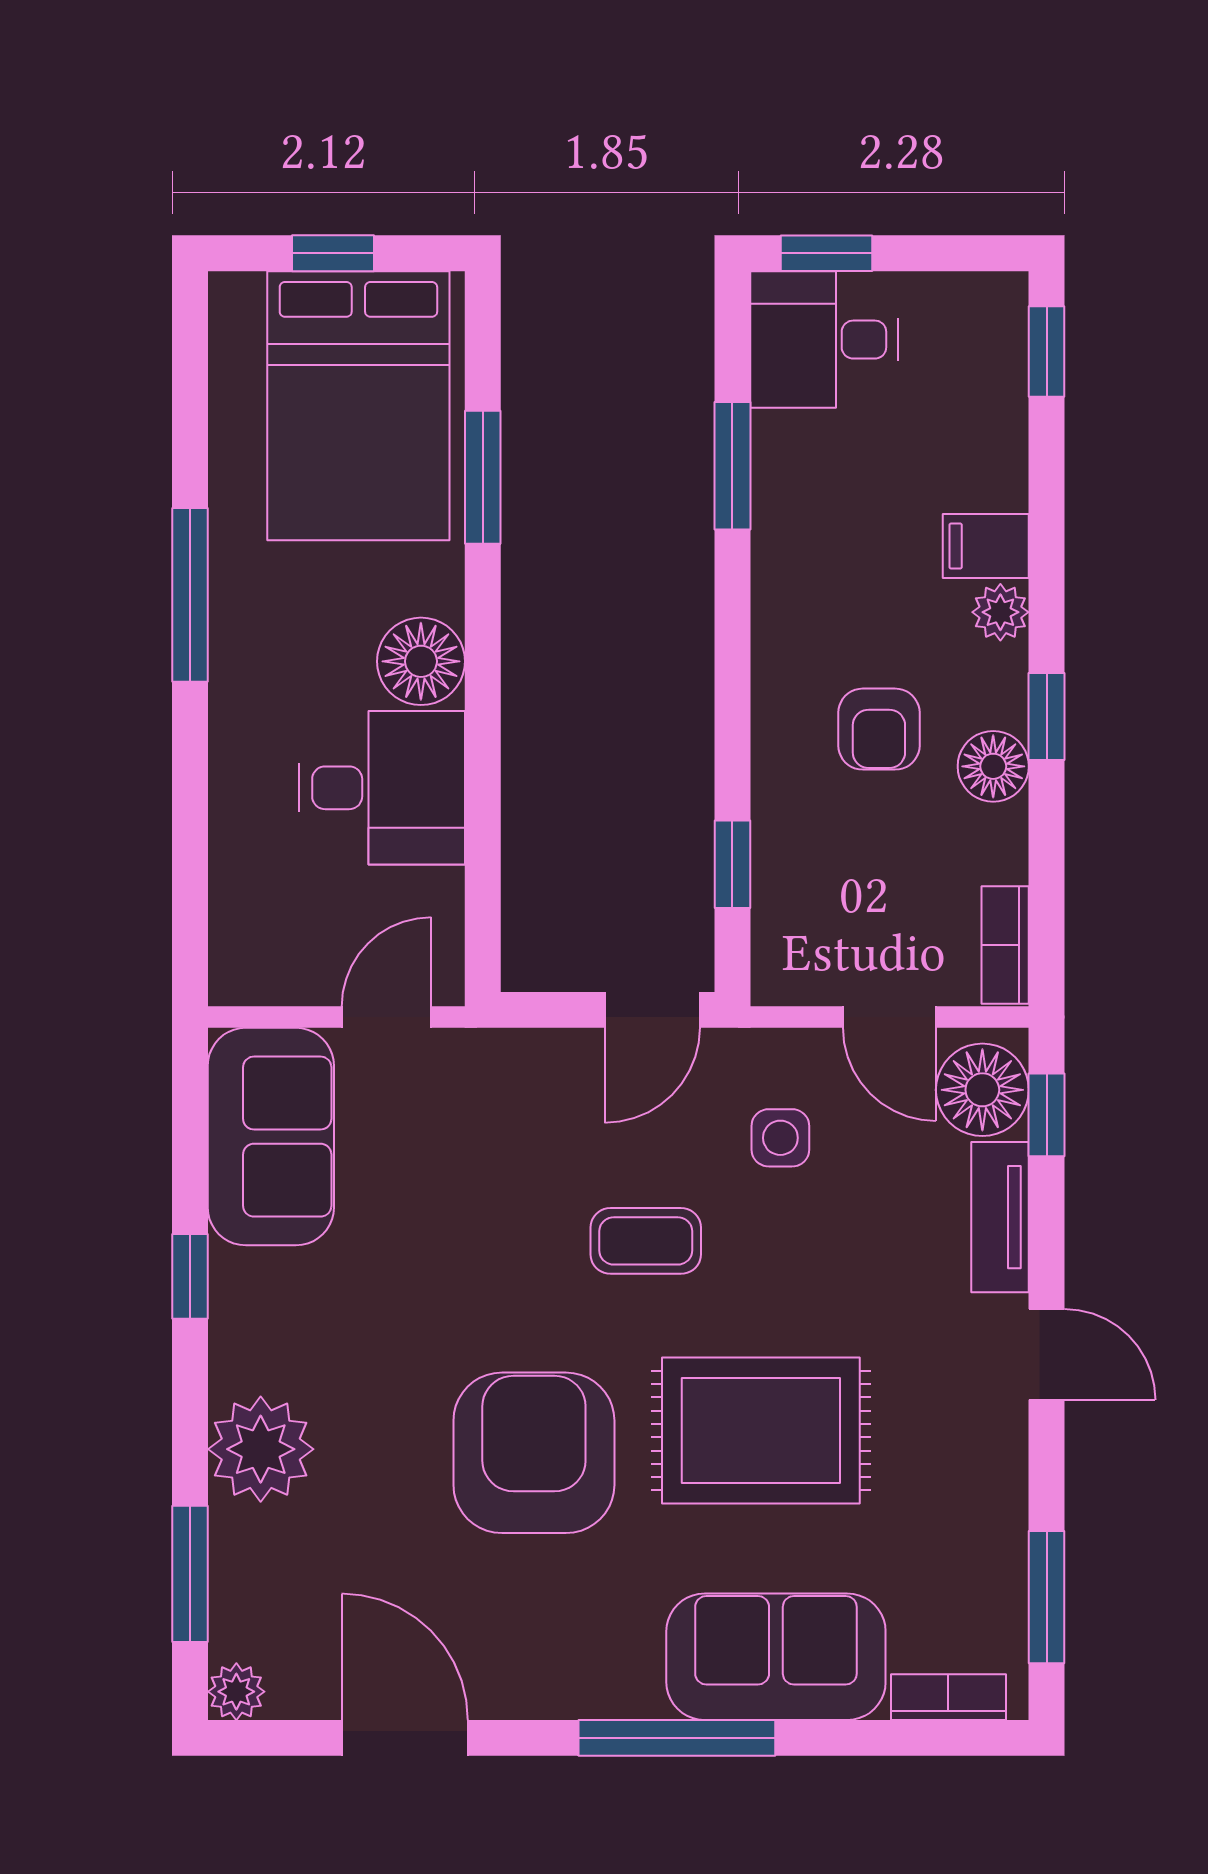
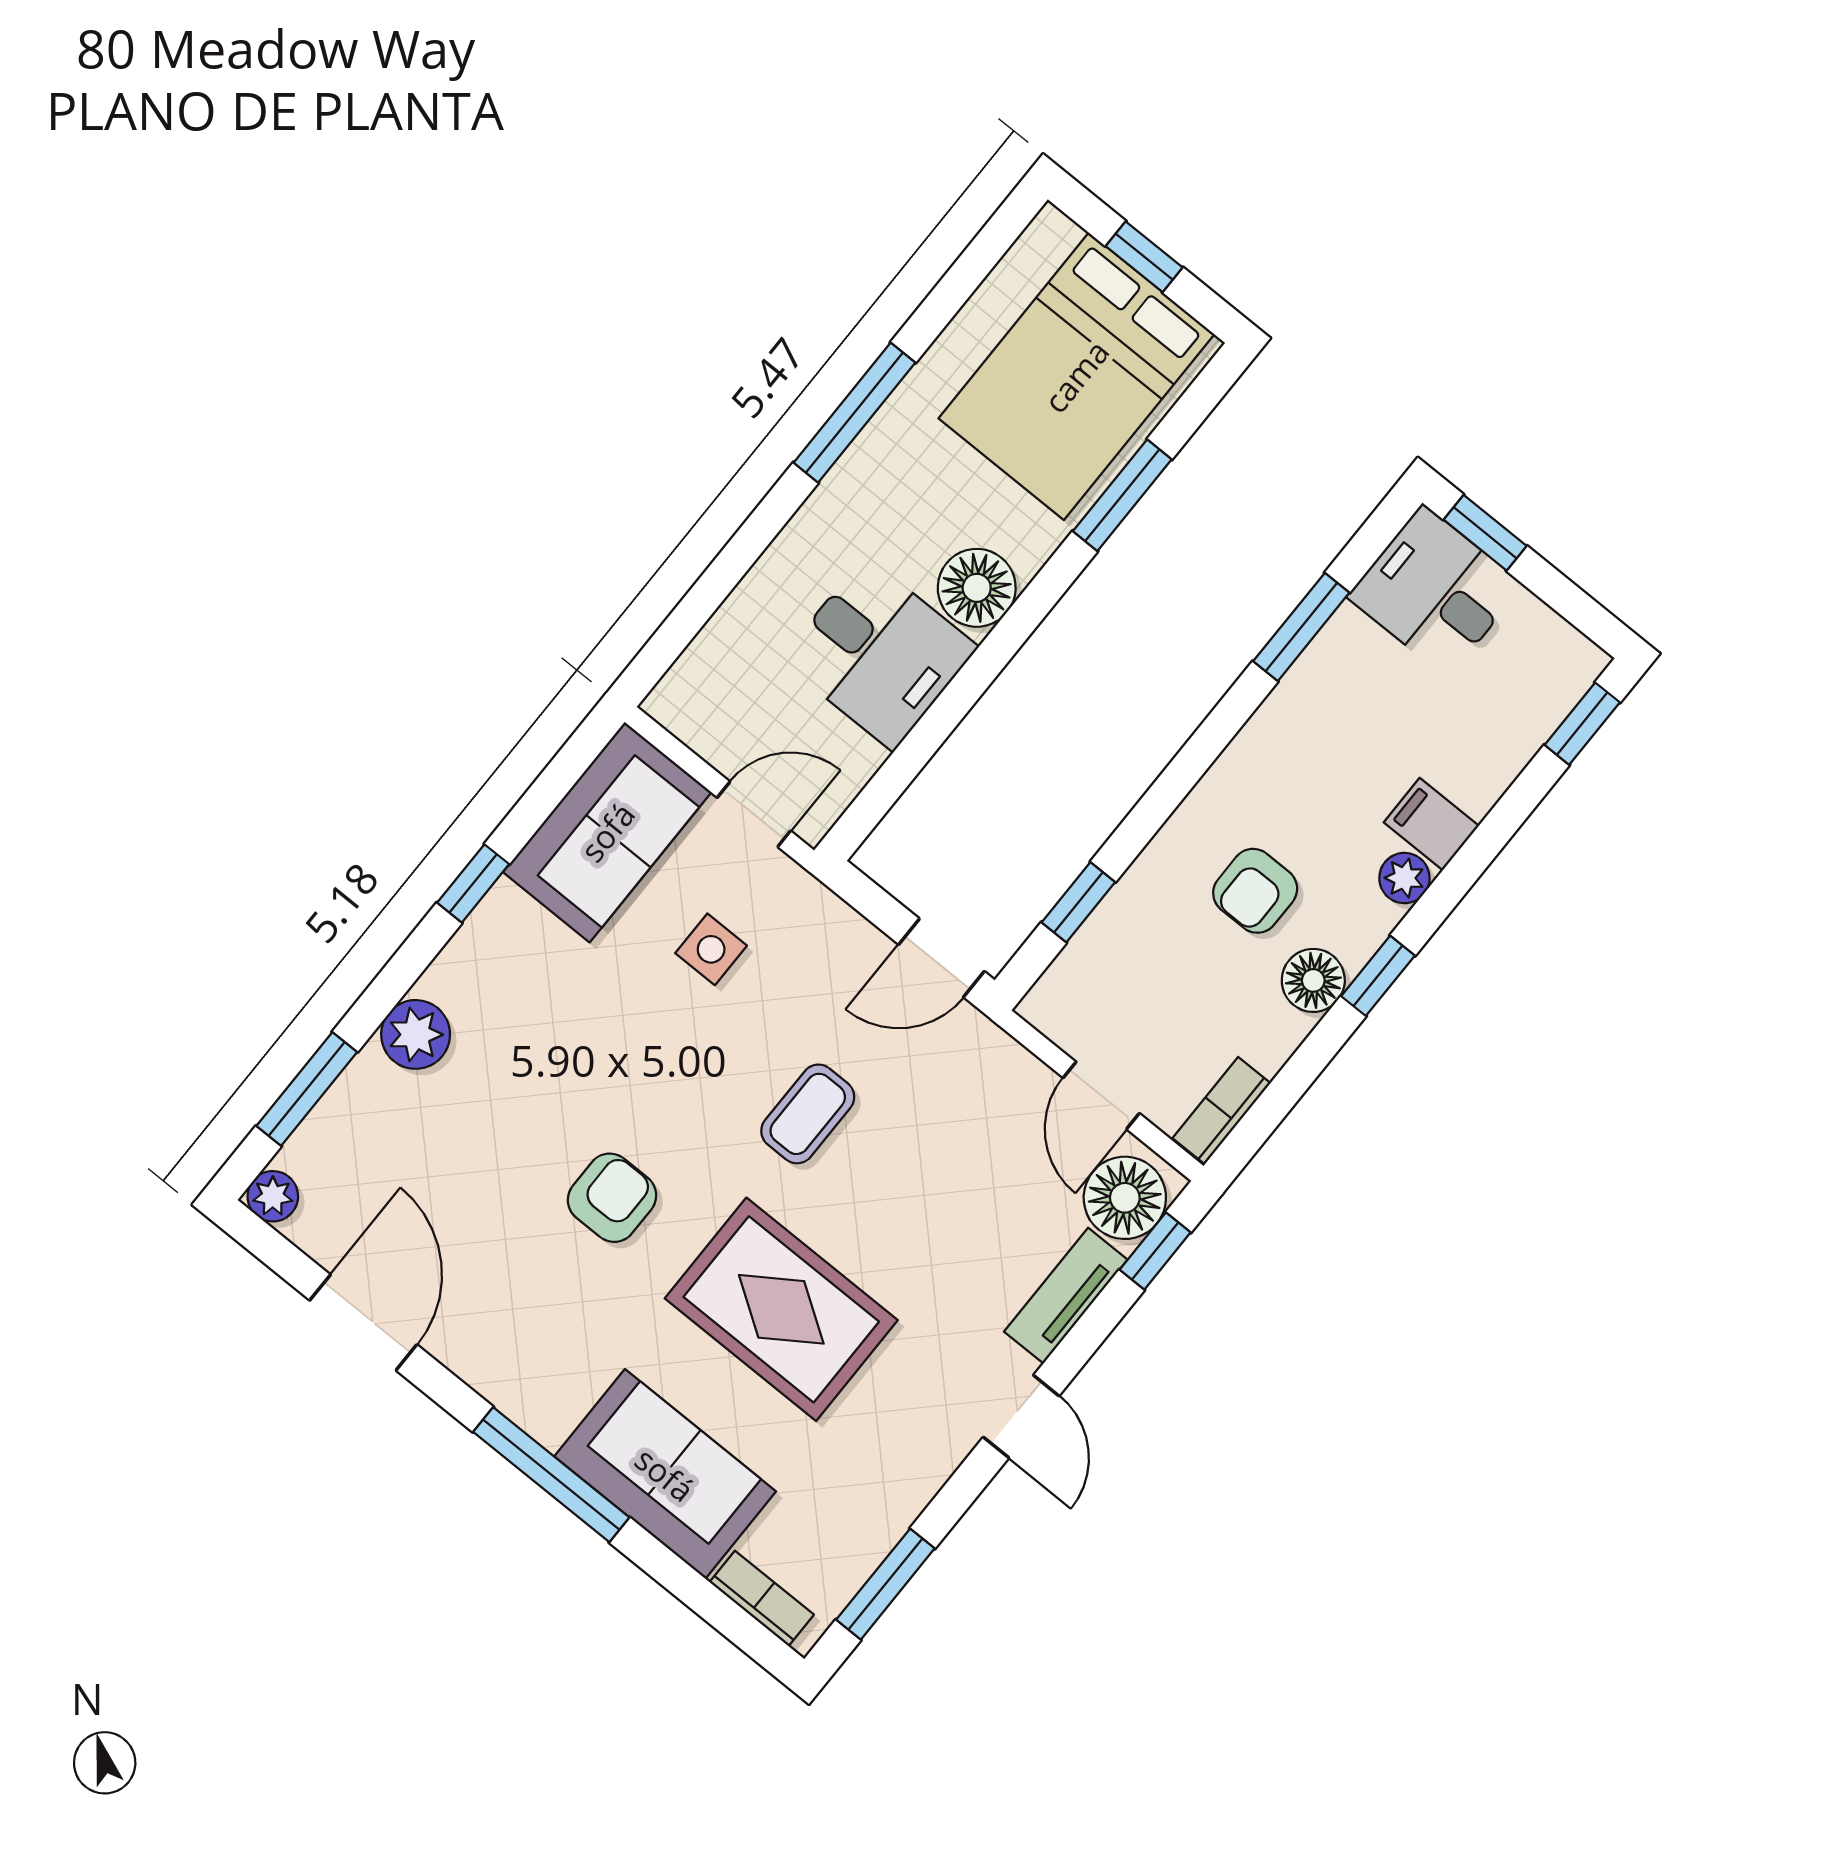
side table: (780, 1138) -> (711, 949), moved
coffee table: (646, 1241) -> (808, 1114), turned 90
plant: (261, 1449) -> (416, 1034), width x0.73, depth x0.73
armchair: (534, 1453) -> (612, 1198), width x0.53, depth x0.53

